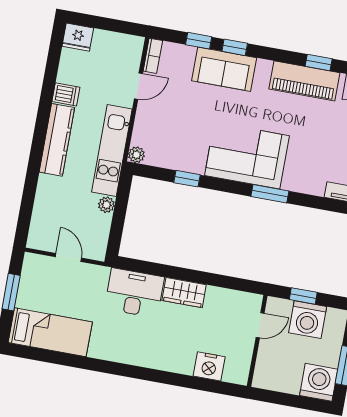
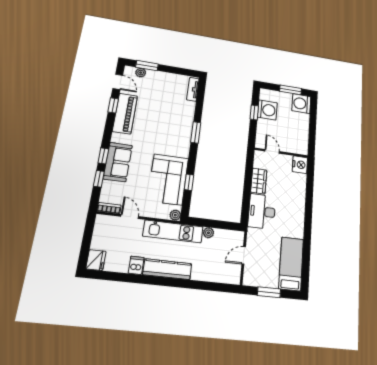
corner sofa: (247, 156) -> (168, 179), moved
door: (260, 325) -> (272, 151), moved
wall: (257, 341) -> (281, 153), moved

